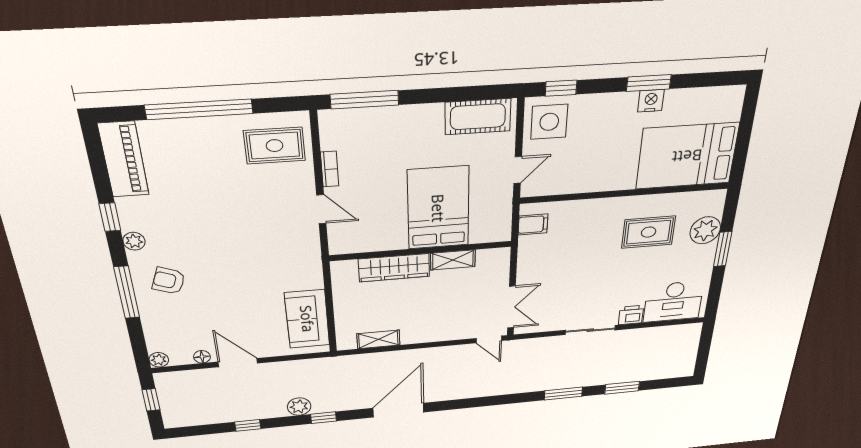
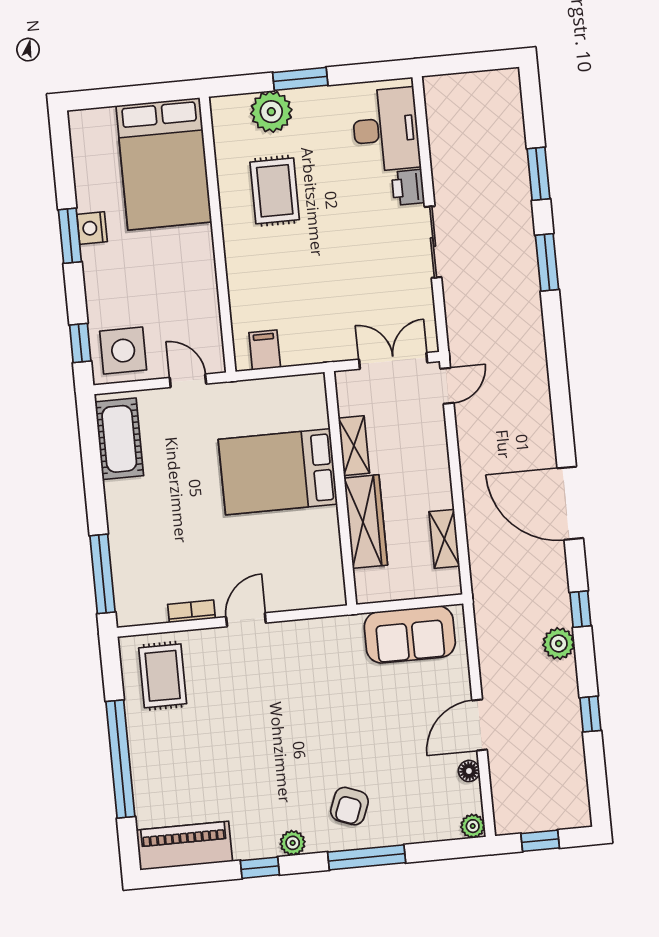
bed: (438, 208) -> (278, 472), moved
wall: (421, 251) -> (340, 488), moved
shelving: (453, 260) -> (354, 446), moved
wardrobe: (394, 268) -> (366, 522), moved

